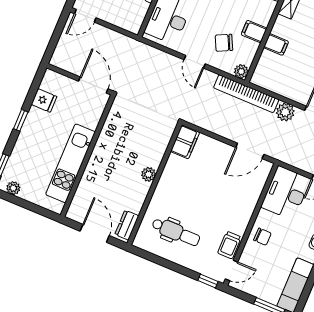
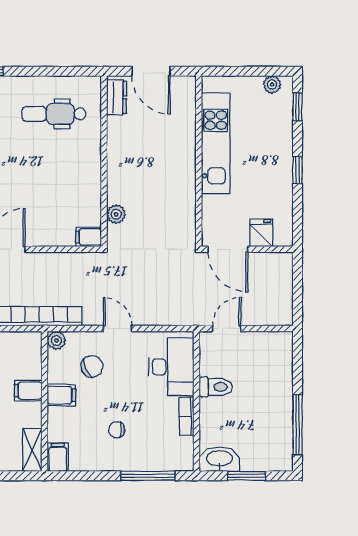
door: (85, 16) -> (227, 329), moved
fridge: (44, 100) -> (261, 233), moved, turned 90
filing cabinet: (185, 142) -> (89, 237), width x0.50
plant: (149, 174) -> (116, 214), moved

